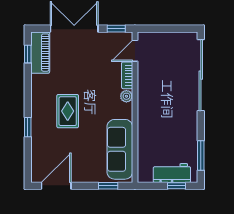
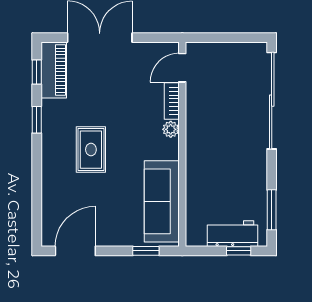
window: (116, 29) -> (157, 38), removed
window: (28, 127) -> (37, 120), moved

